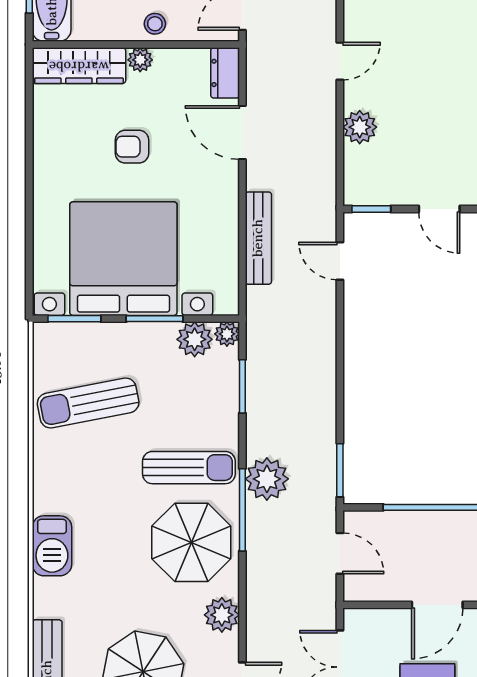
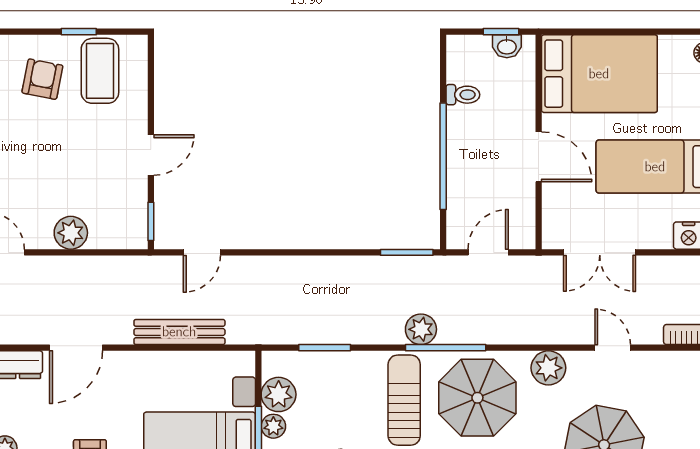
plant: (227, 334) -> (273, 426), moved
plant: (267, 479) -> (421, 329), width x0.73, depth x0.73

